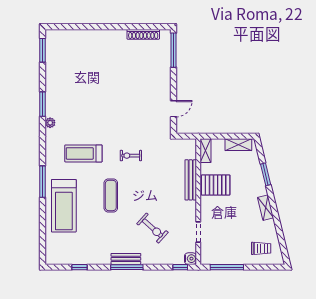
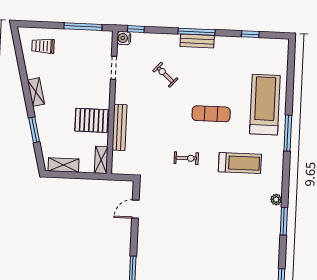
exercise mat: (111, 195) -> (211, 114), turned 90
exercise bike: (152, 228) -> (165, 75), width x0.73, depth x0.72

